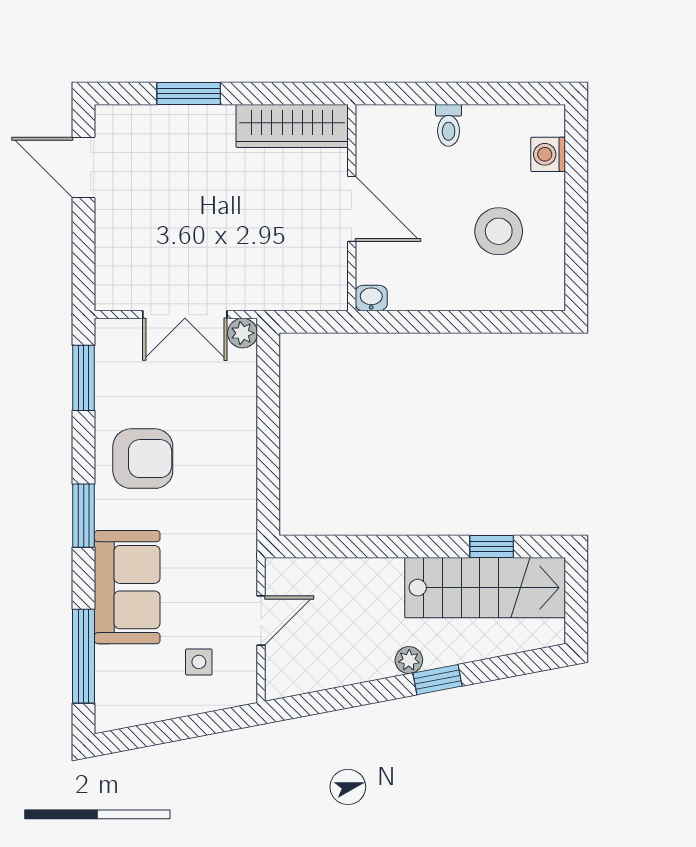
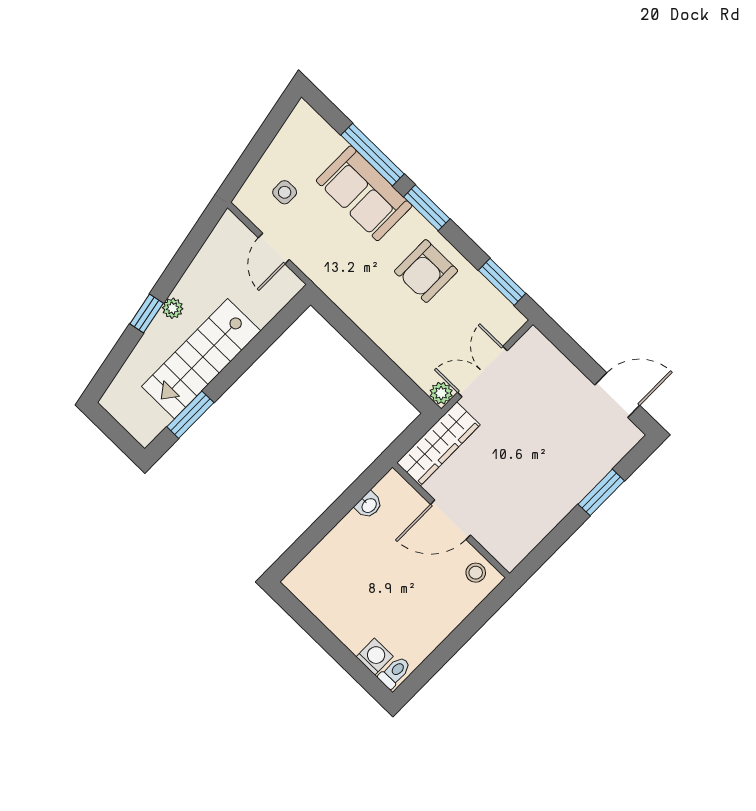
toilet: (449, 125) -> (395, 672), moved, turned 90
wardrobe: (292, 126) -> (438, 444), moved, turned 180
stool: (499, 231) -> (476, 573), moved, width x0.53, depth x0.53
washbasin: (371, 298) -> (369, 505), moved
window: (492, 546) -> (190, 415), width x1.50
stairs: (485, 588) -> (201, 359), moved
window: (84, 656) -> (372, 155), moved

